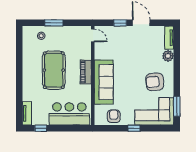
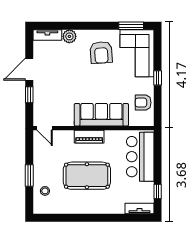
door: (93, 35) -> (45, 128), swing flipped

